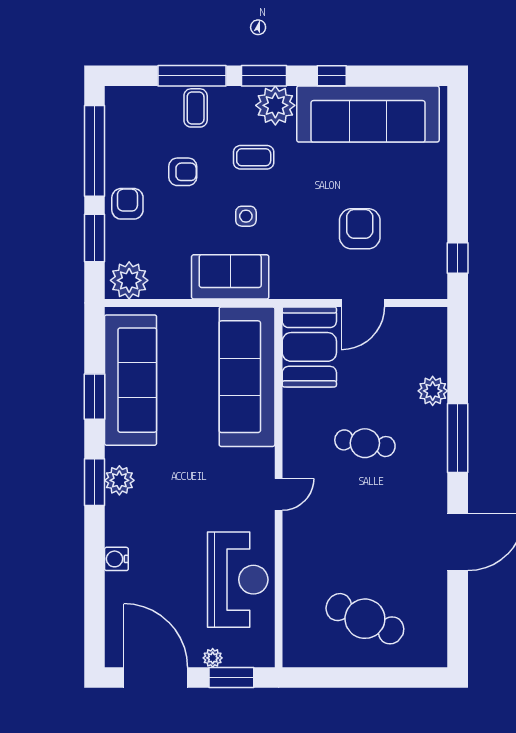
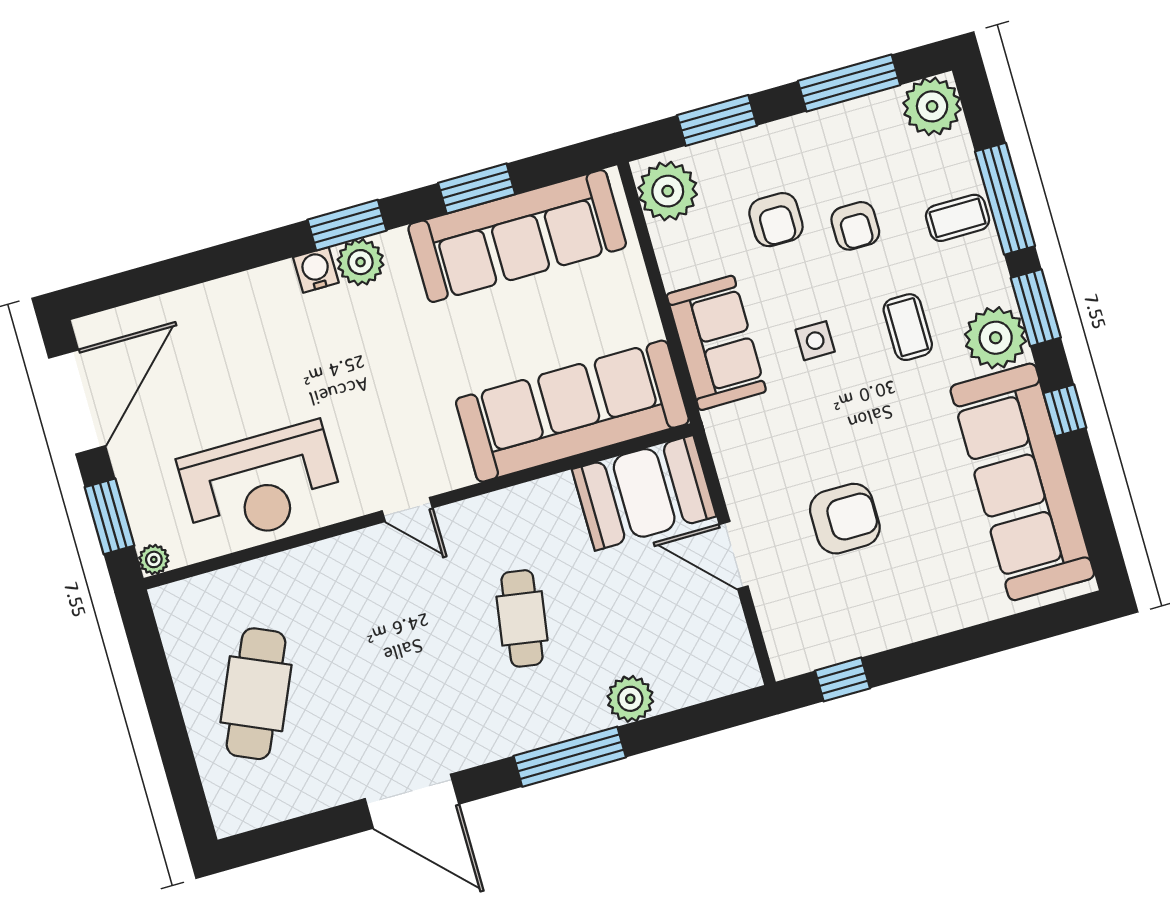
plant: (123, 104) -> (932, 106), added
window: (94, 151) -> (849, 83), width x0.68
armchair: (127, 204) -> (776, 220), moved, turned 90
water cooler: (116, 559) -> (316, 270), moved
plant: (213, 658) -> (154, 559), moved

